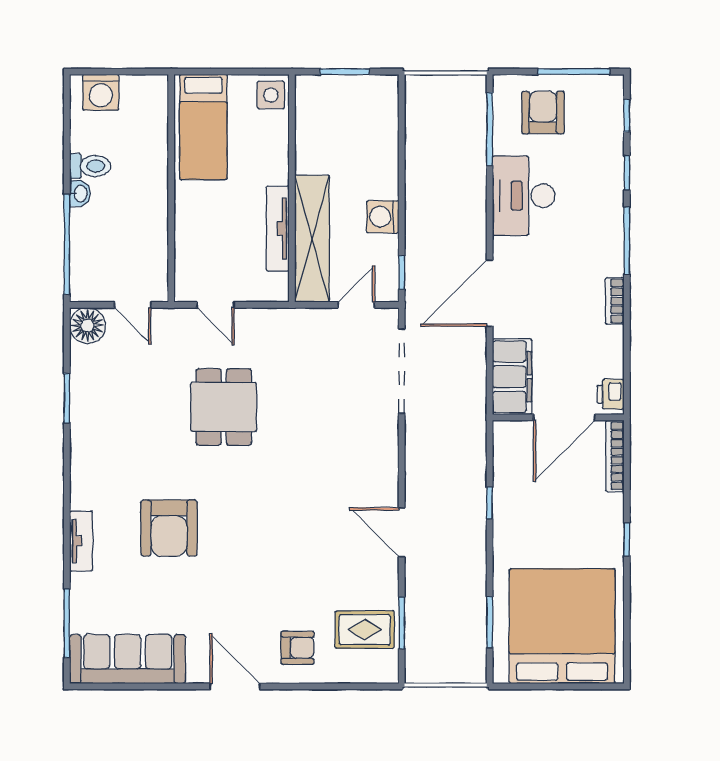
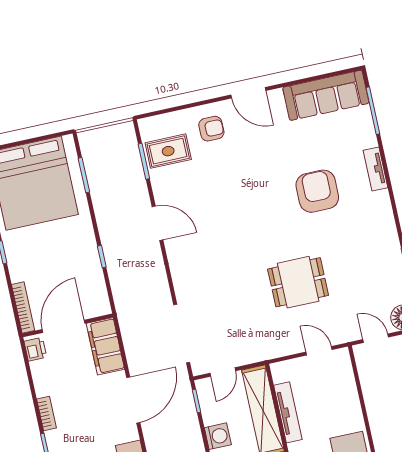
dining table: (224, 407) -> (298, 282), turned 90
armchair: (298, 648) -> (211, 129), turned 180

